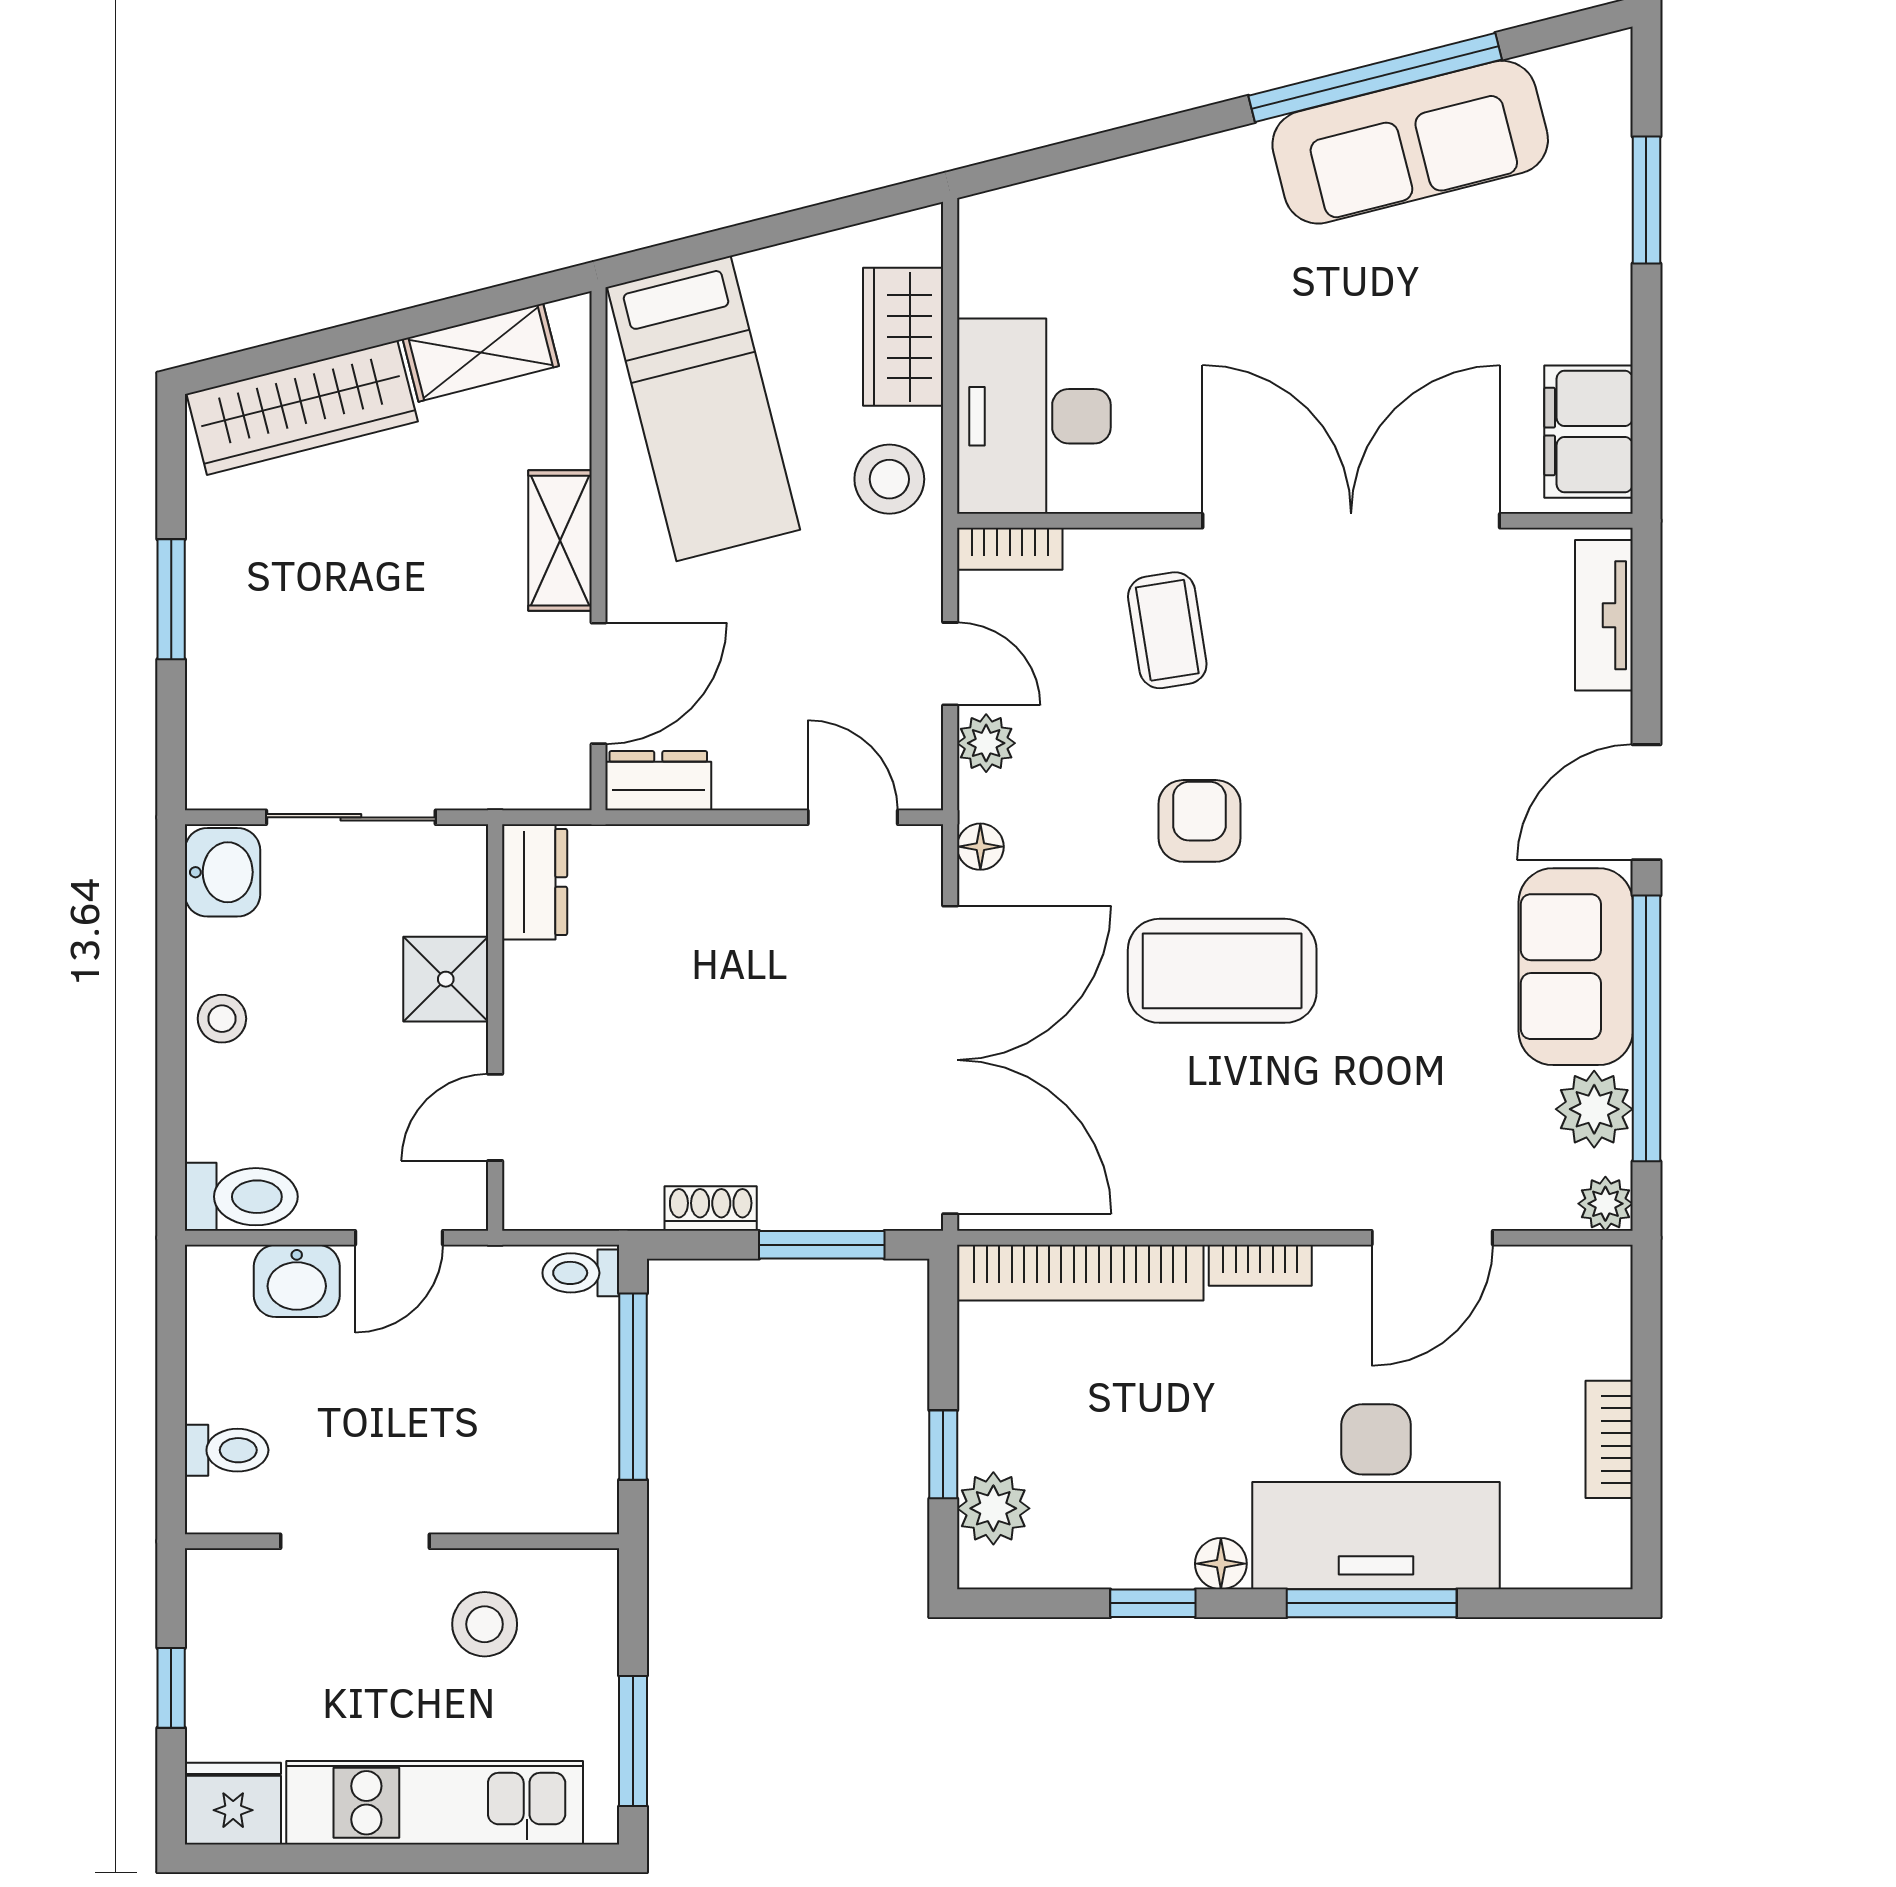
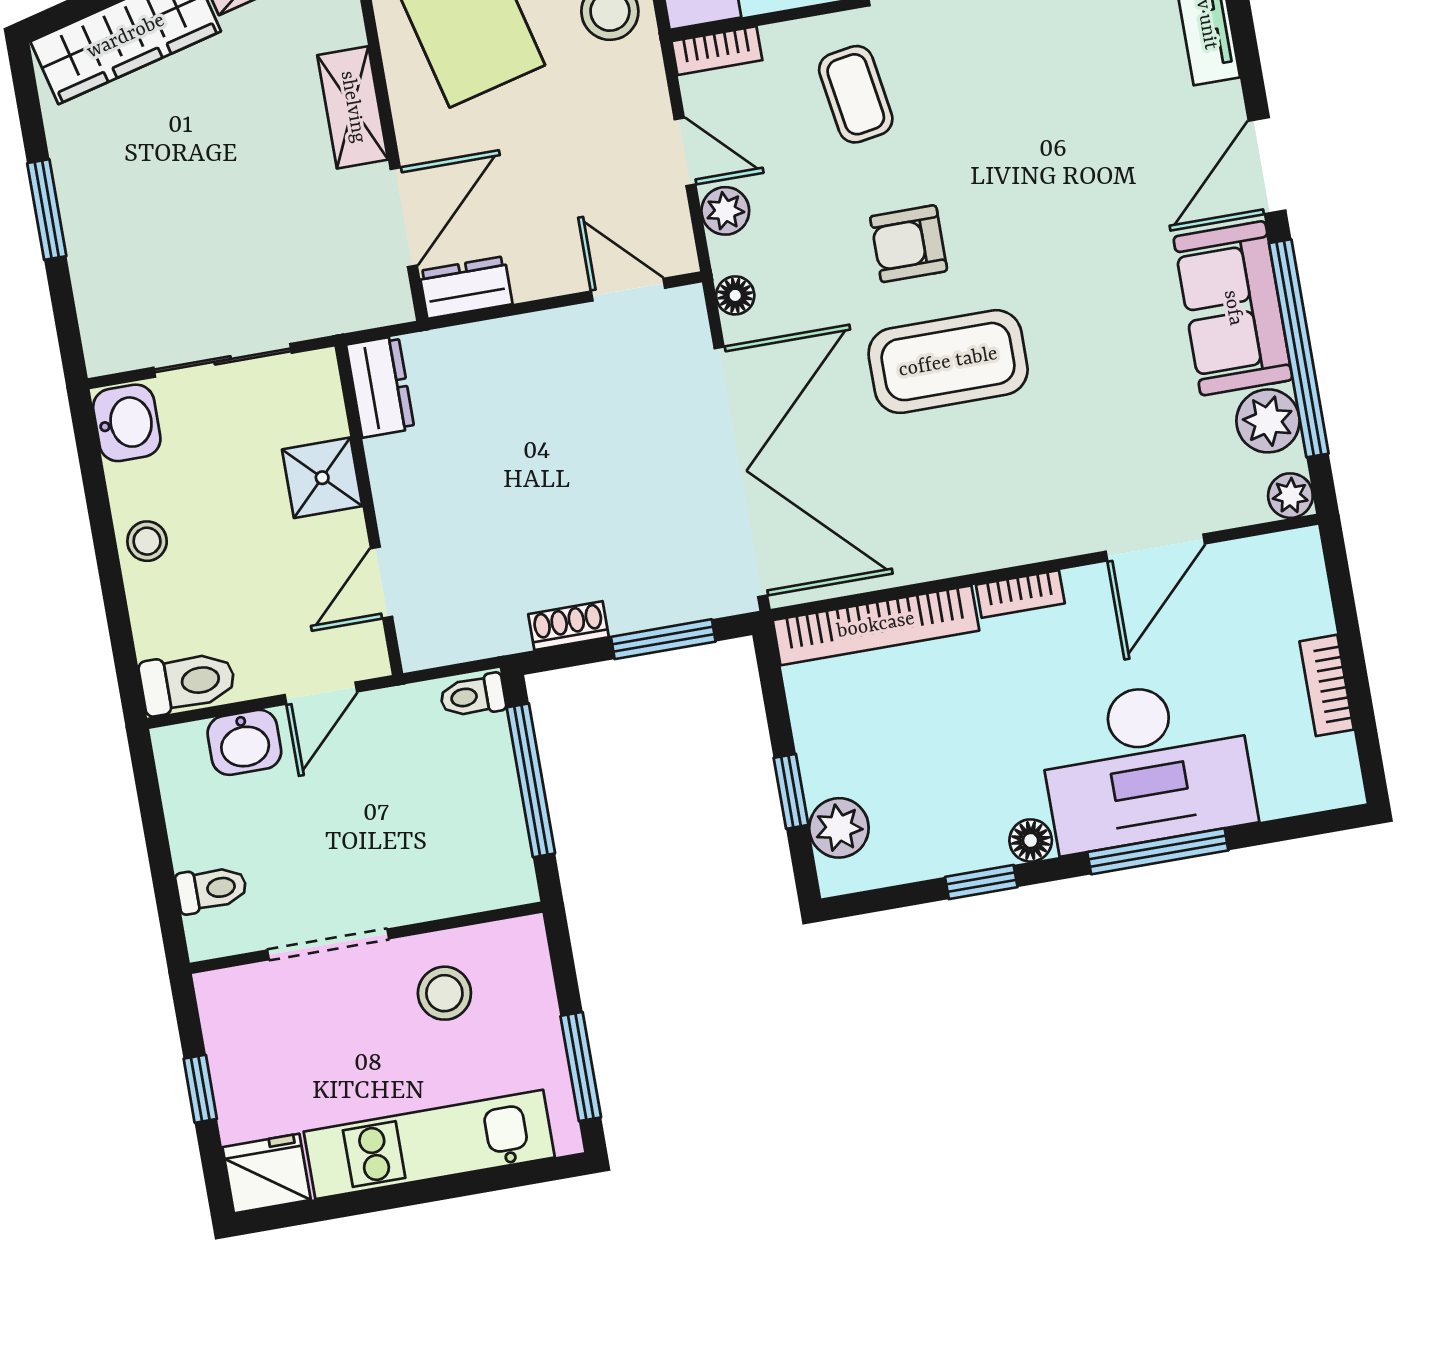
armchair: (1199, 821) -> (909, 244), turned -90

